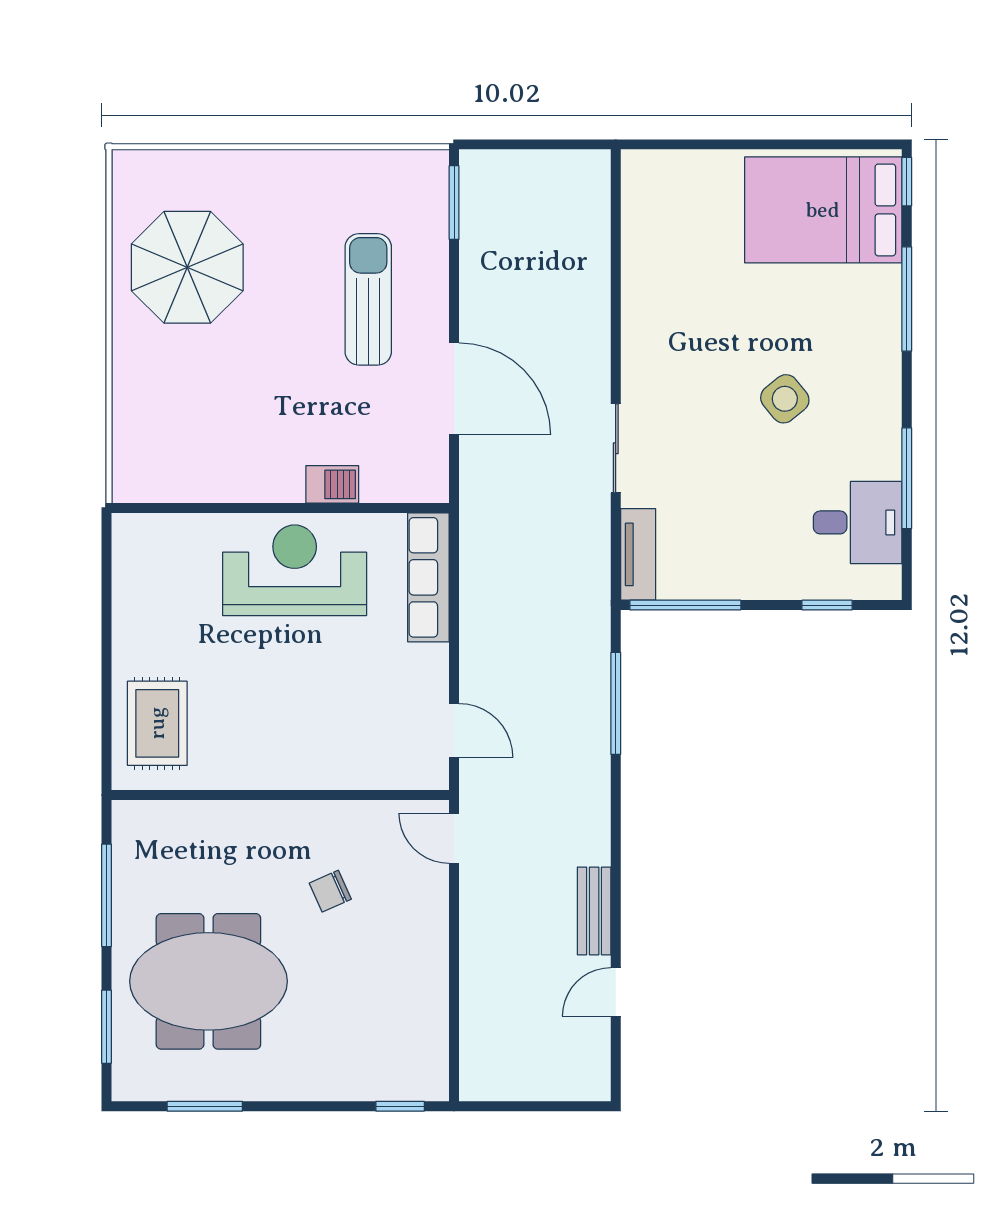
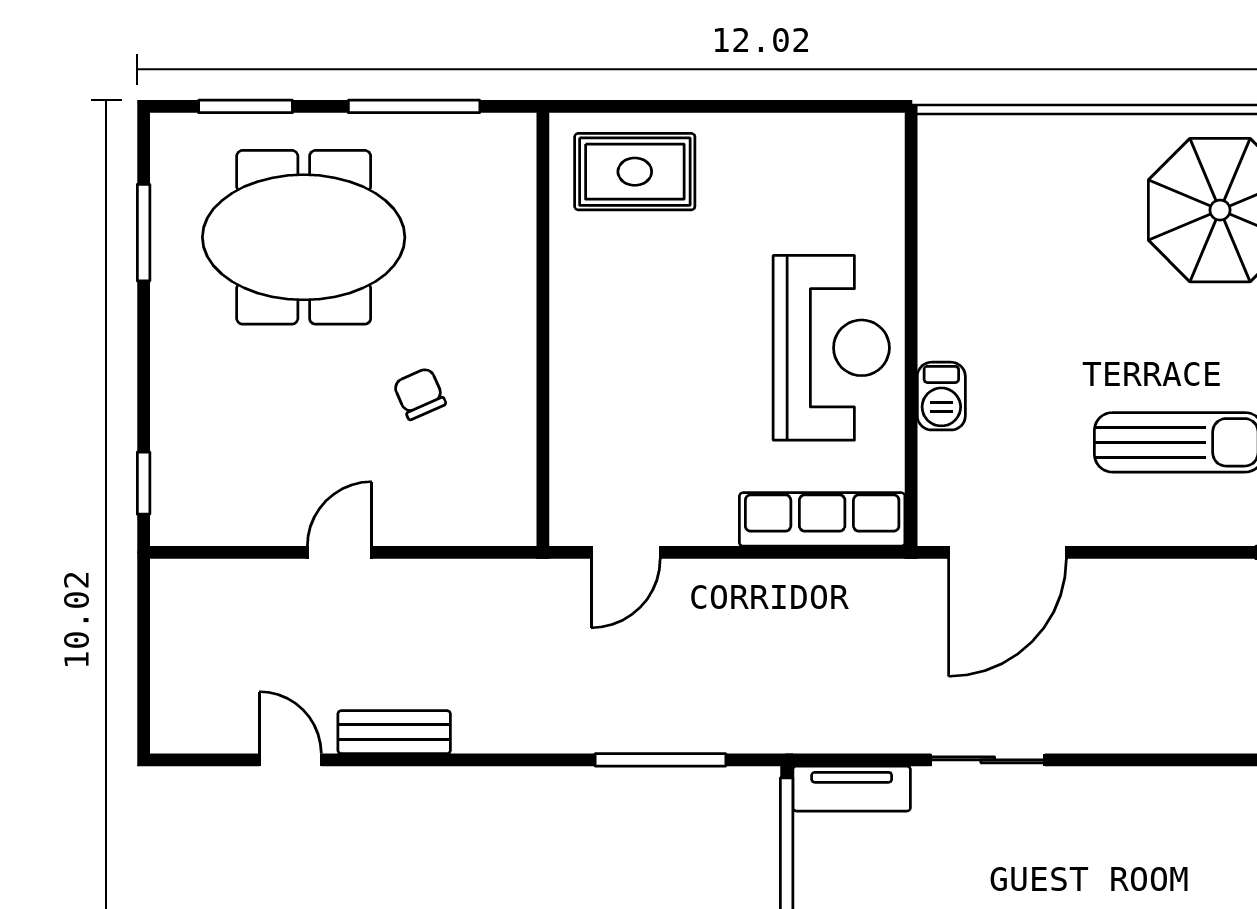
door: (454, 389) -> (1007, 552), moved
door: (454, 838) -> (340, 552), moved
meeting table: (208, 981) -> (304, 237), turned 90

